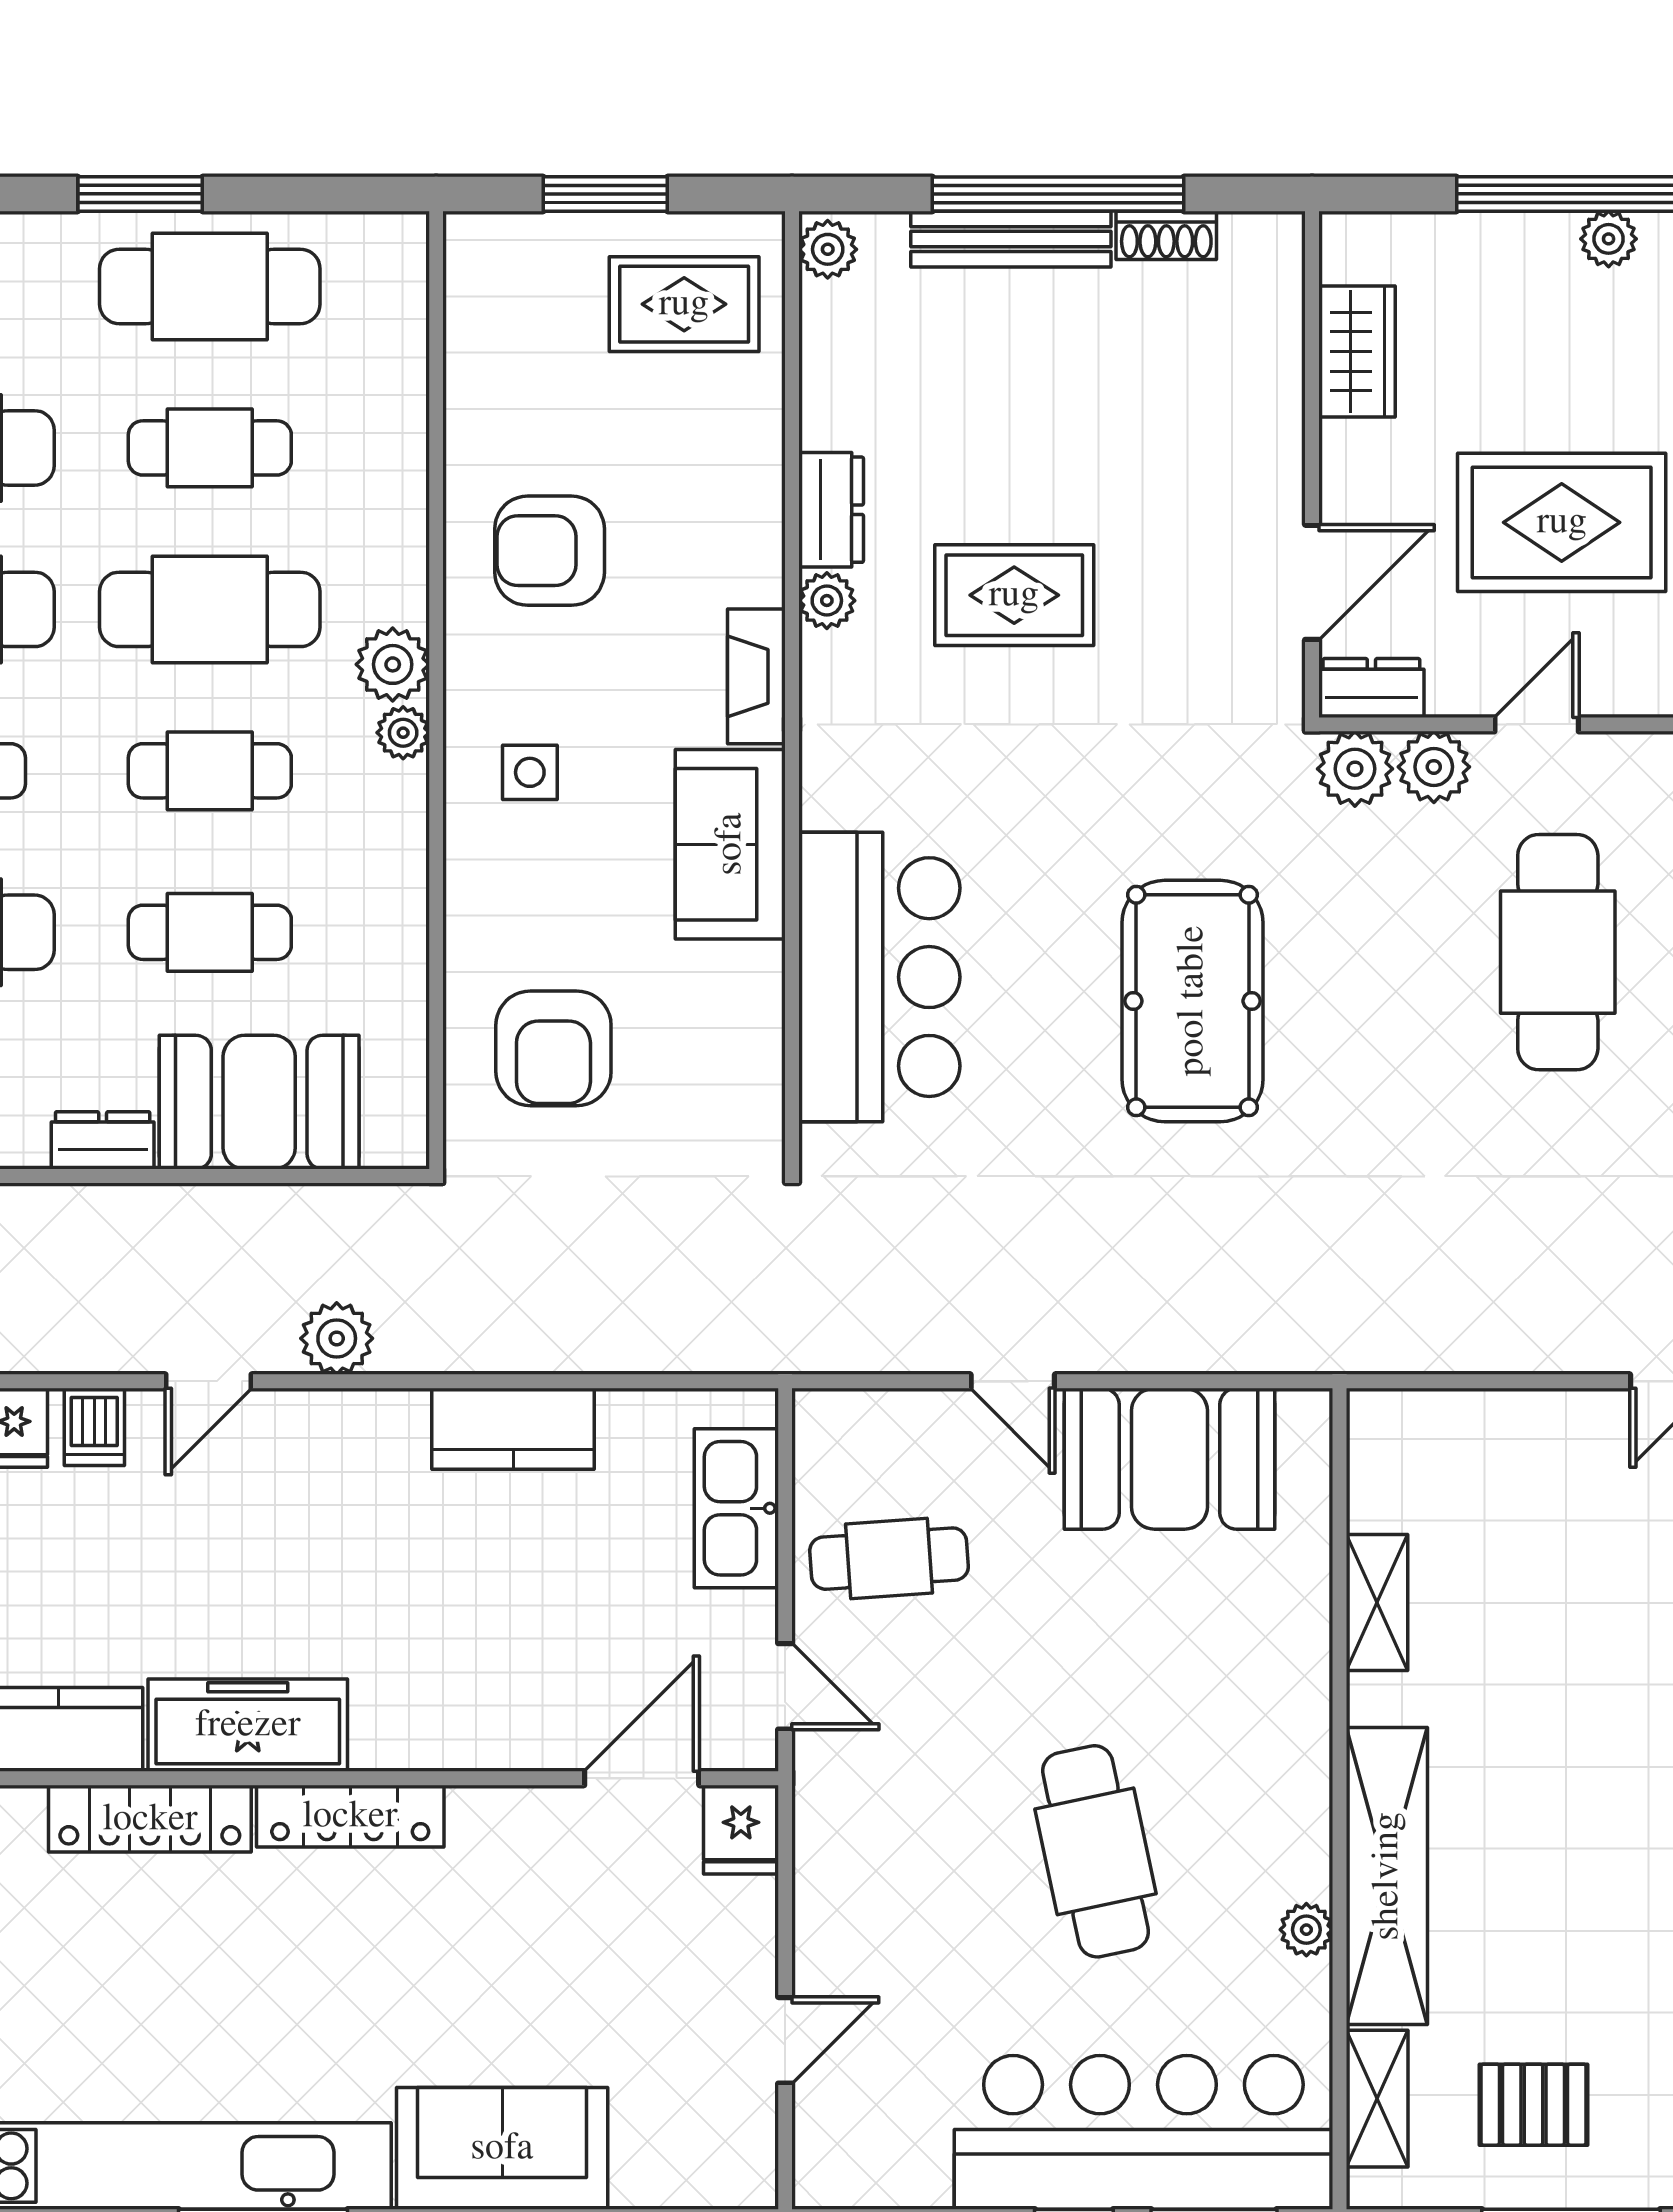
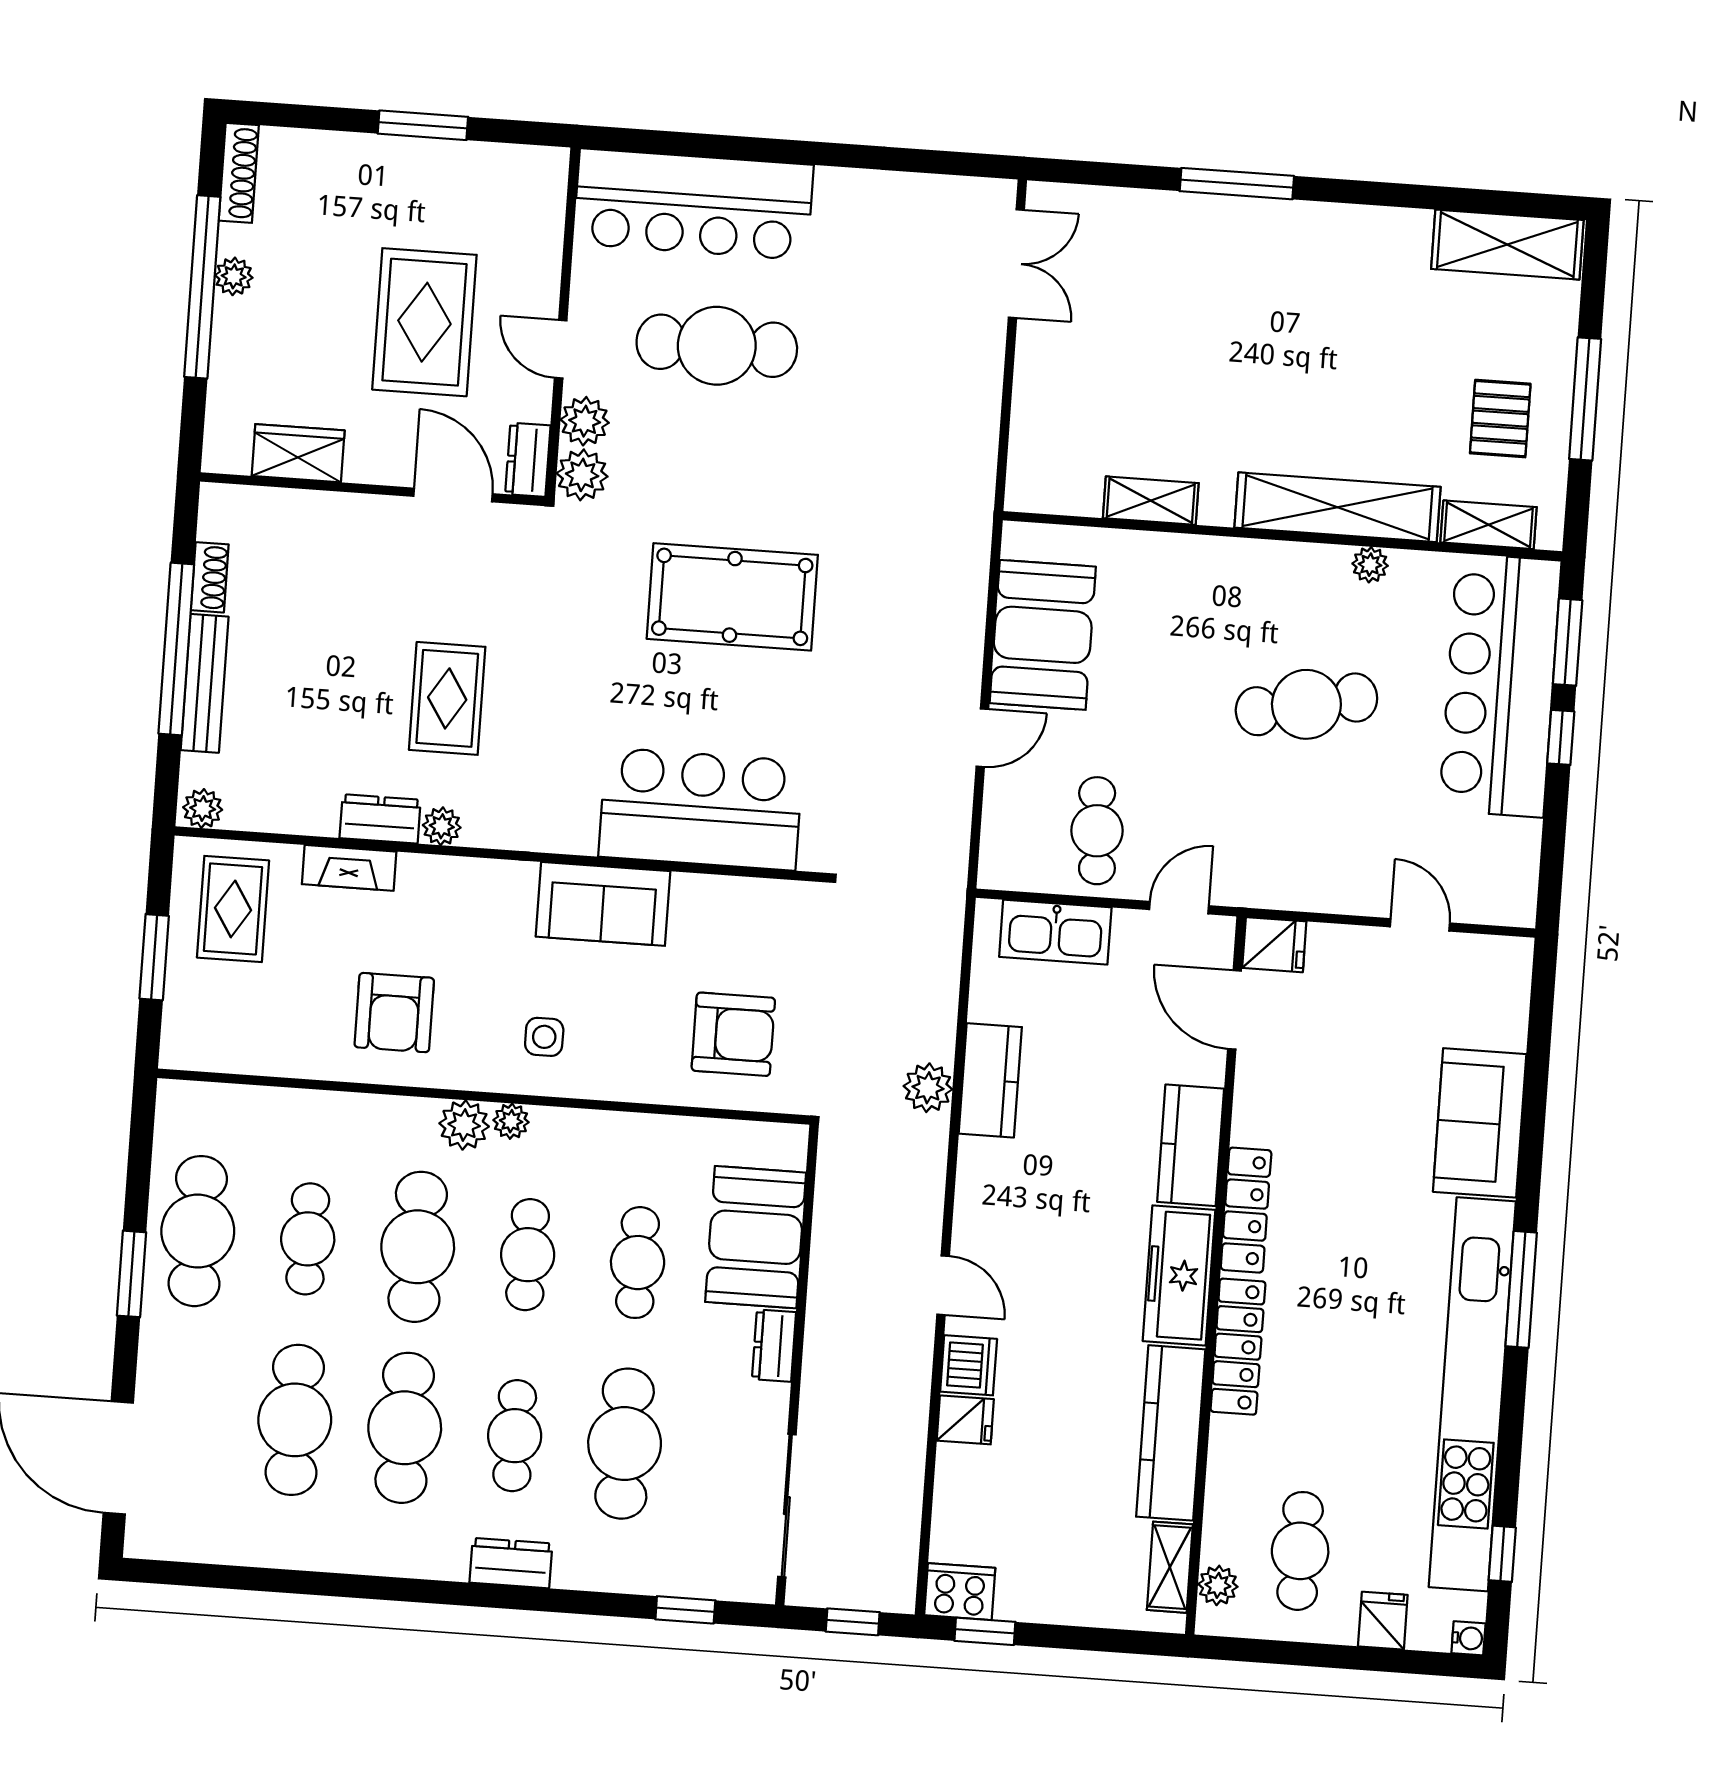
fireplace: (756, 676) -> (349, 868), moved
plant: (337, 1338) -> (928, 1088), moved
dishwasher: (94, 1427) -> (969, 1365), width x1.38
kitchen counter: (439, 1728) -> (1191, 1145), added

